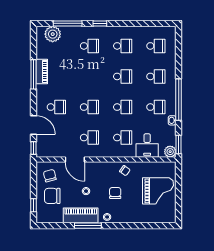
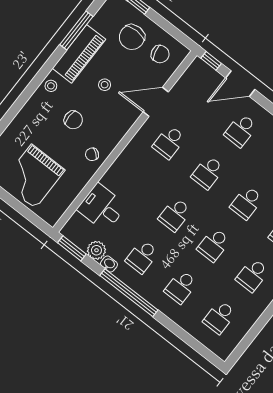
school desk: (123, 138) -> (247, 203), moved
plant: (170, 152) -> (96, 250), moved
chair: (52, 196) -> (132, 37), turned 180
window: (88, 226) -> (76, 31), moved

